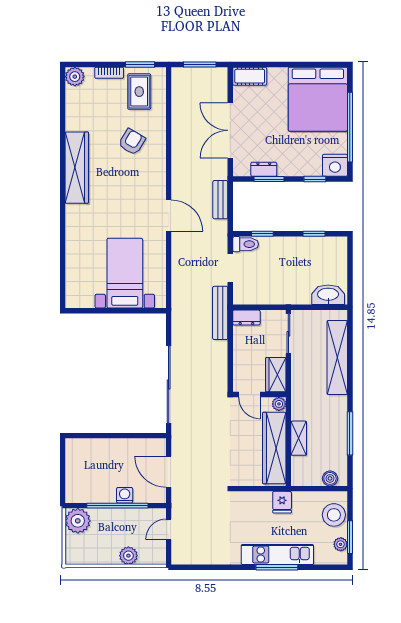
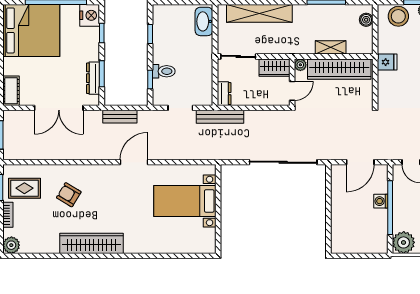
dresser: (264, 169) -> (93, 78), width x1.44
toilet: (246, 244) -> (164, 71), moved, turned 90

